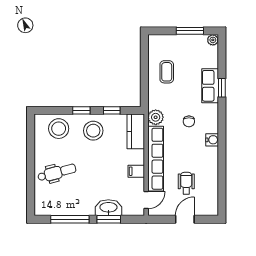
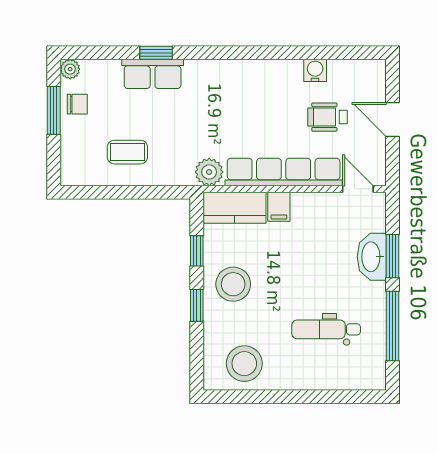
chair: (189, 121) -> (77, 104), moved
stool: (59, 129) -> (244, 364), moved
water cooler: (212, 140) -> (315, 70), moved
filing cabinet: (136, 171) -> (279, 207), moved
dental chair: (57, 173) -> (326, 329), moved, turned -75

